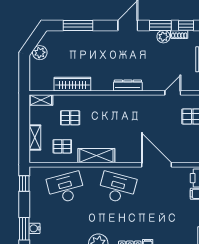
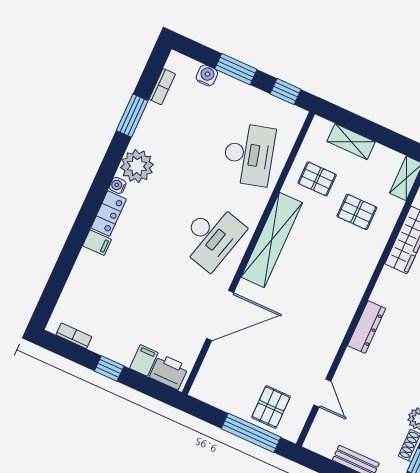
pallet: (70, 118) -> (357, 212), turned 90
pallet: (62, 146) -> (317, 179), turned 90
shelving: (96, 156) -> (272, 240), width x1.47
window: (24, 229) -> (236, 69), moved

